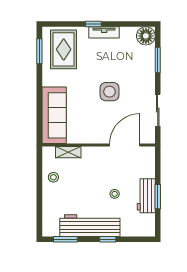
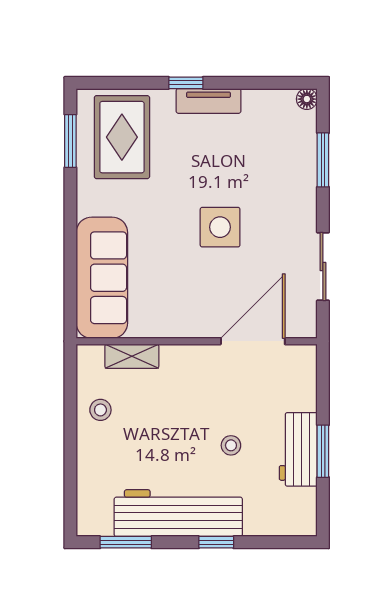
floor lamp: (146, 36) -> (307, 99), width x0.53, depth x0.53

